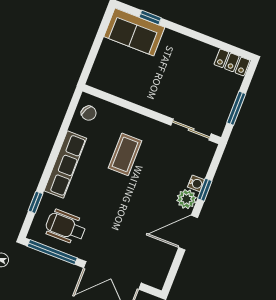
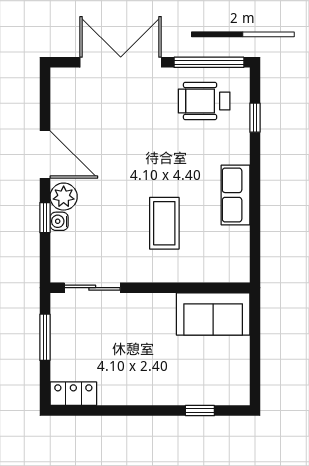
sofa: (134, 32) -> (213, 314), moved, turned 180
chair: (89, 113) -> (231, 258), removed
row of seats: (65, 165) -> (235, 195), width x0.68
wheelchair: (66, 227) -> (204, 101), turned 180
door: (188, 233) -> (45, 155), hinge flipped

